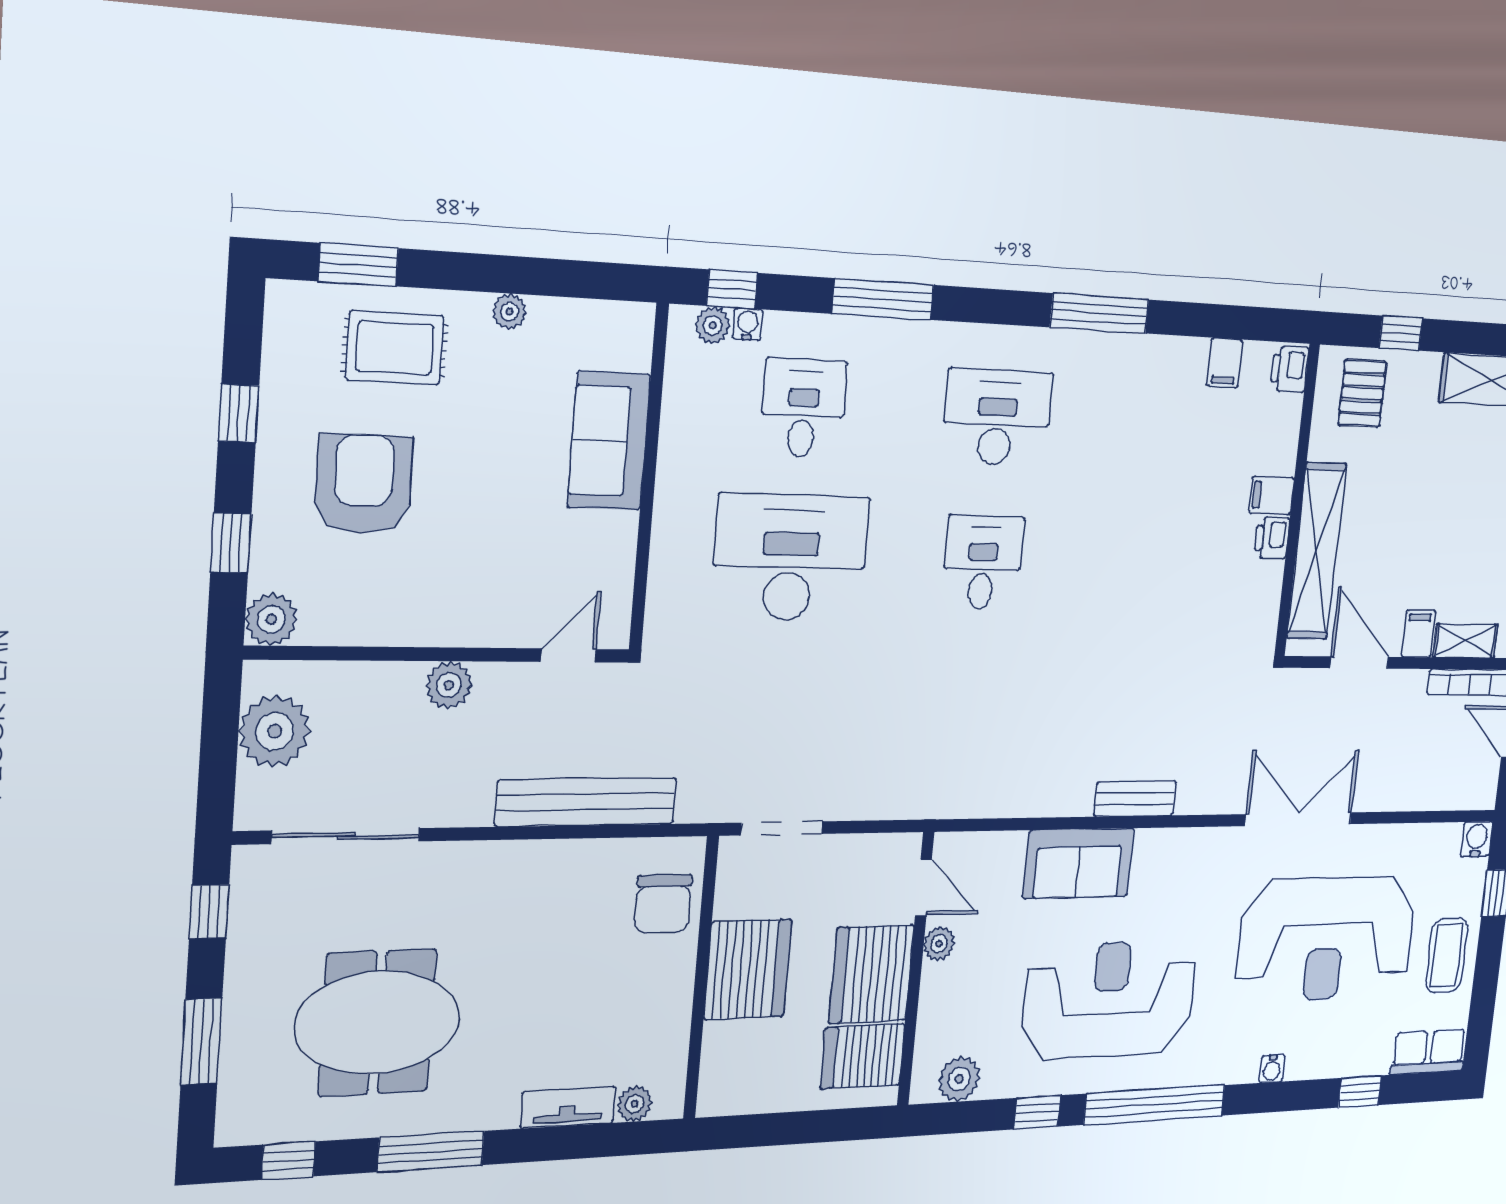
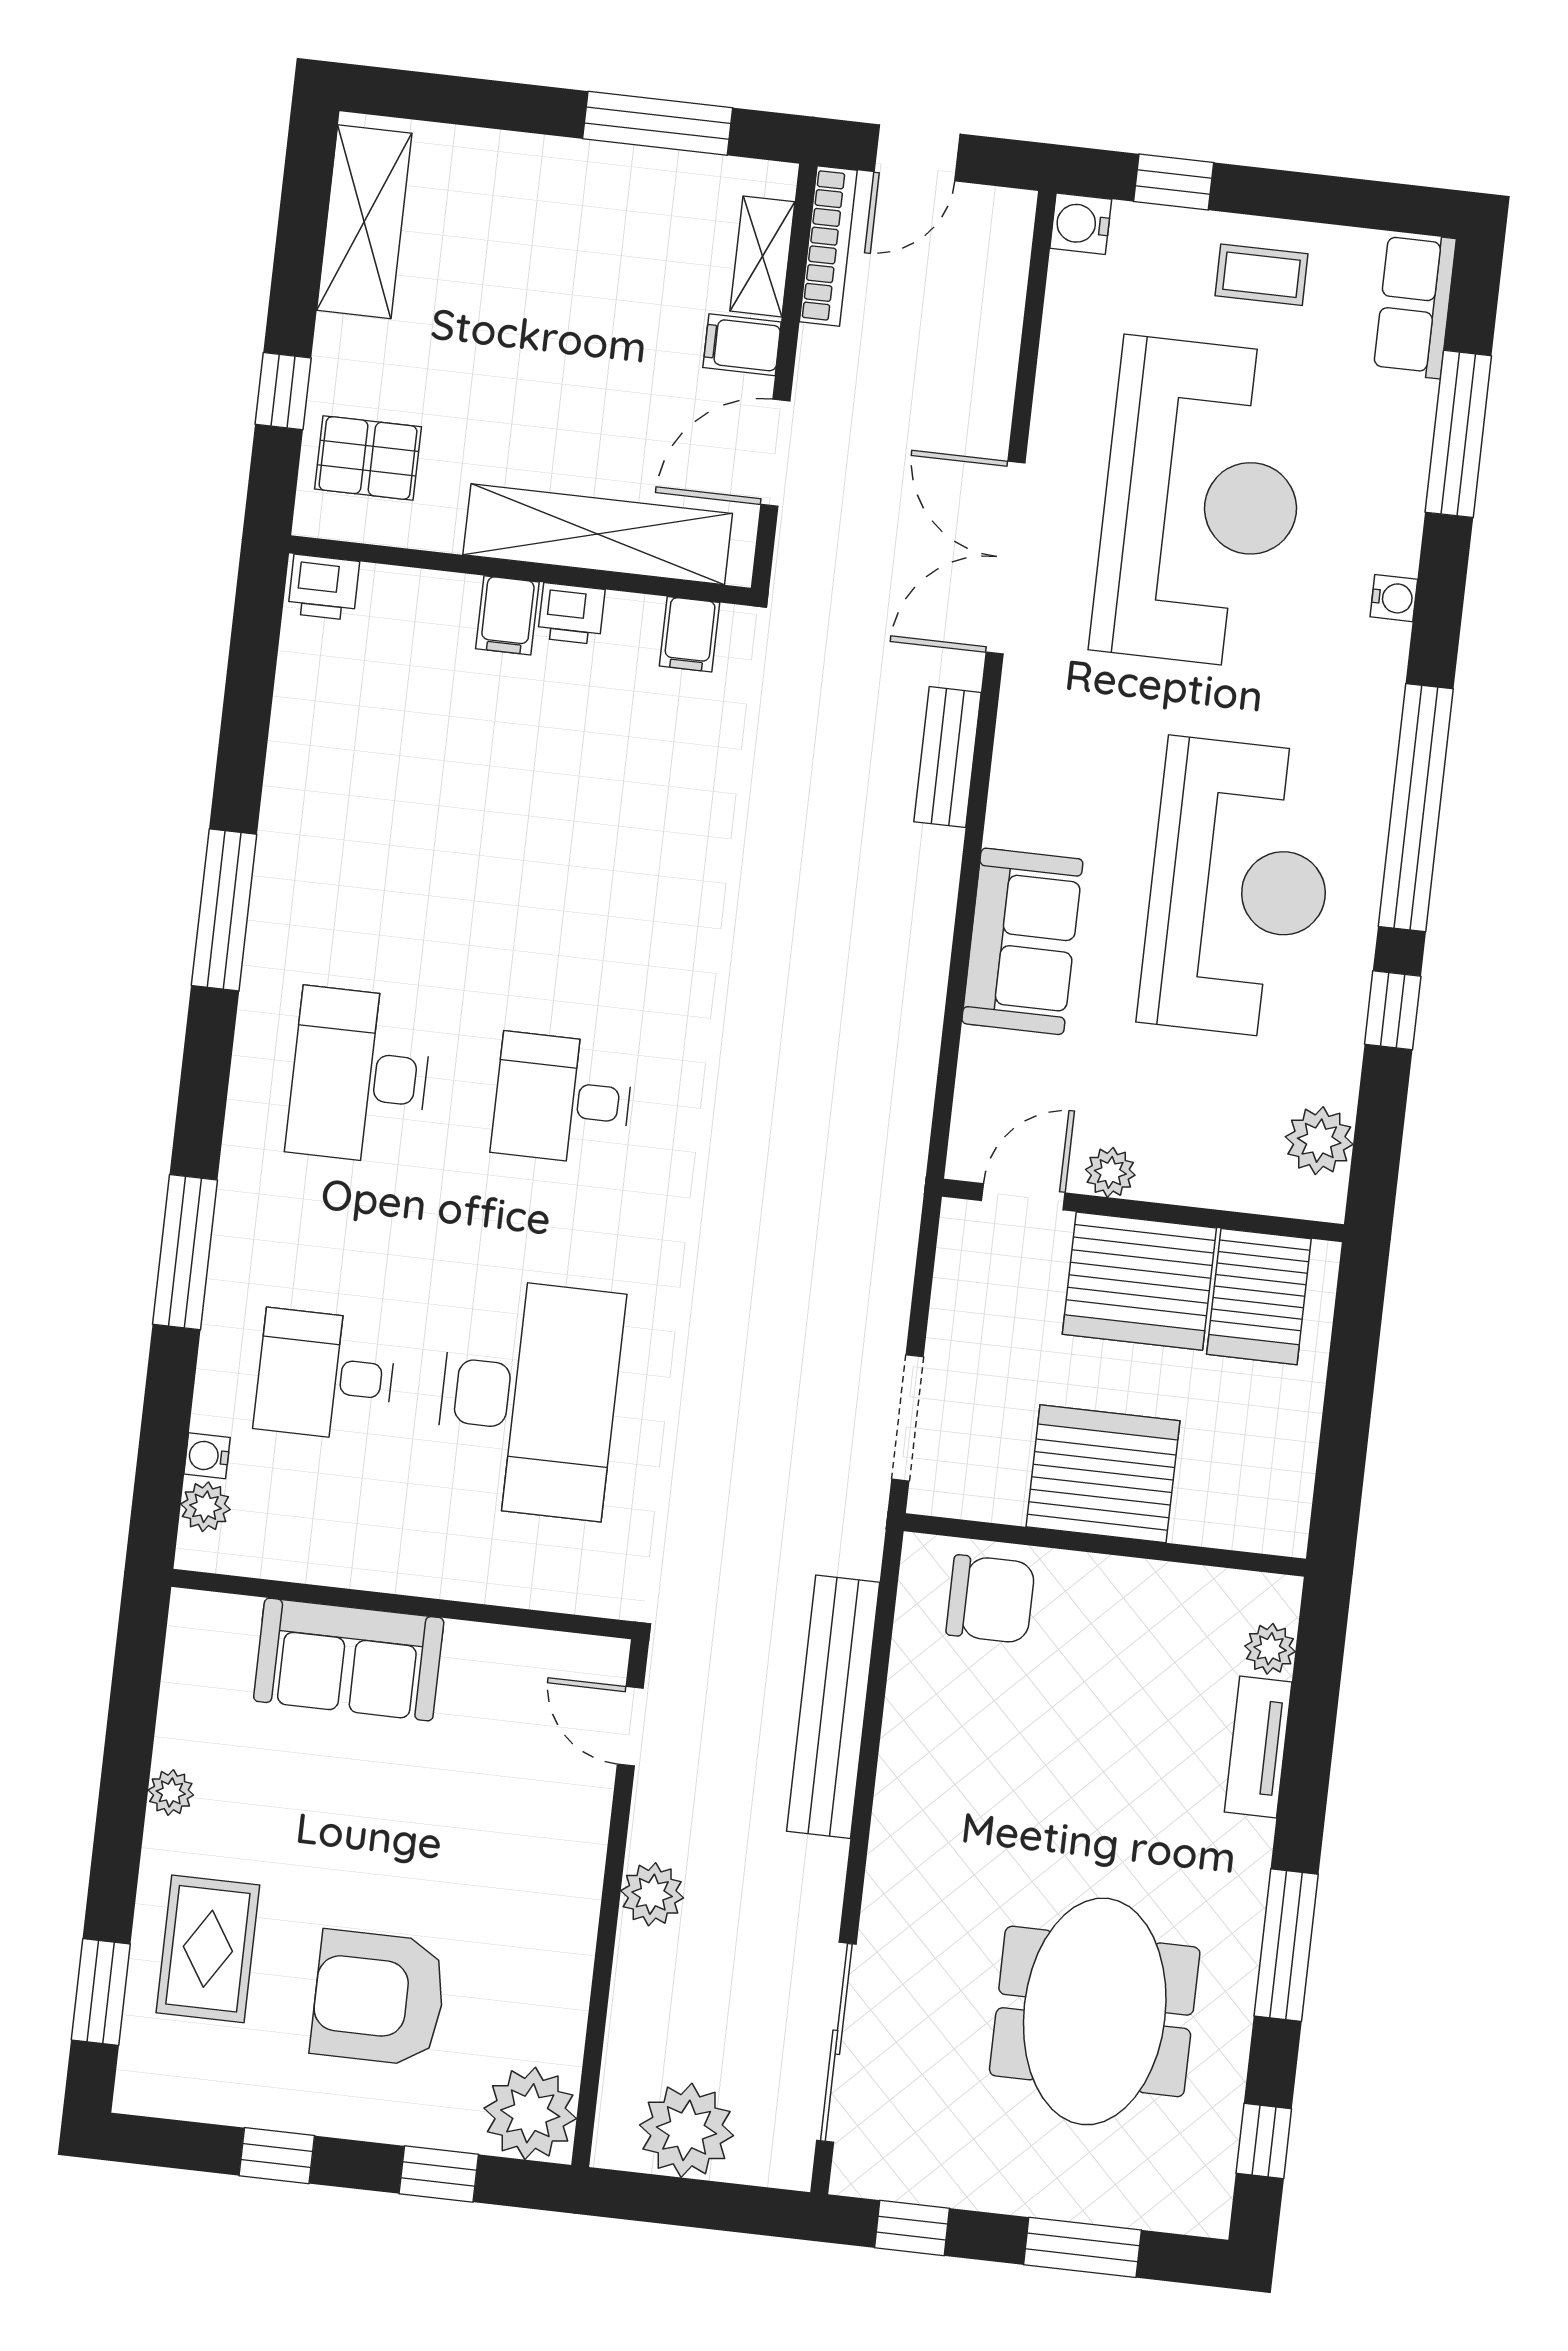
window: (732, 289) -> (159, 1477), removed
filing cabinet: (1225, 363) -> (689, 634), moved, turned 90
desk: (790, 558) -> (528, 1398), turned 180
plant: (271, 619) -> (530, 2113), width x1.36, depth x1.36
bench: (1135, 799) -> (948, 757), moved
coffee table: (1447, 955) -> (1262, 275), width x0.73, depth x0.77
reception desk: (1109, 1000) -> (1239, 888), turned 180
window: (1360, 1092) -> (1458, 434), width x2.17

